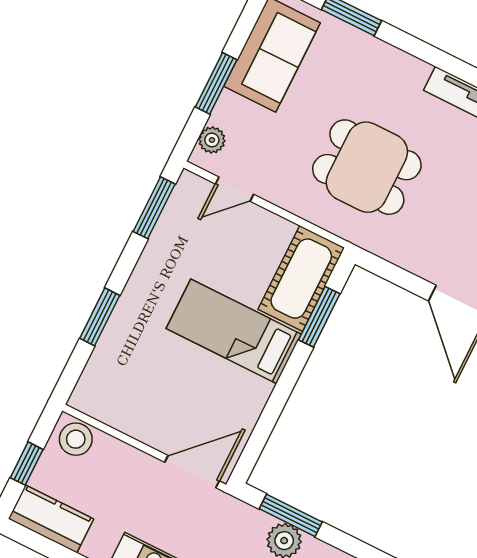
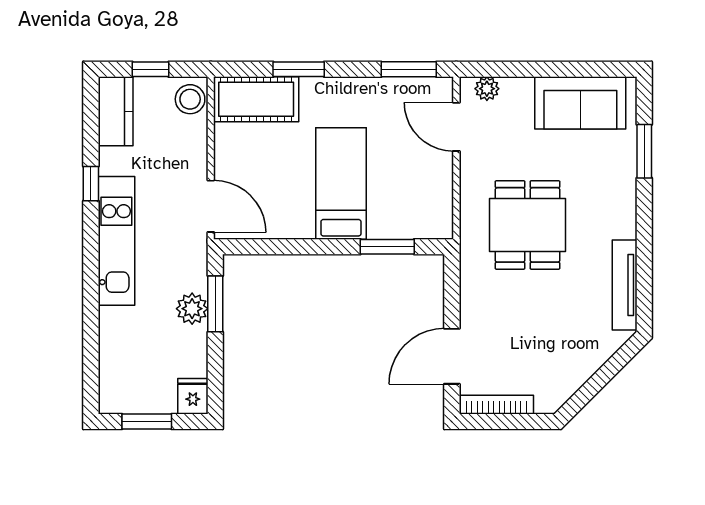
window: (216, 83) -> (534, 69), removed
door: (235, 189) -> (456, 127), width x1.38
cot: (301, 279) -> (256, 99), moved

